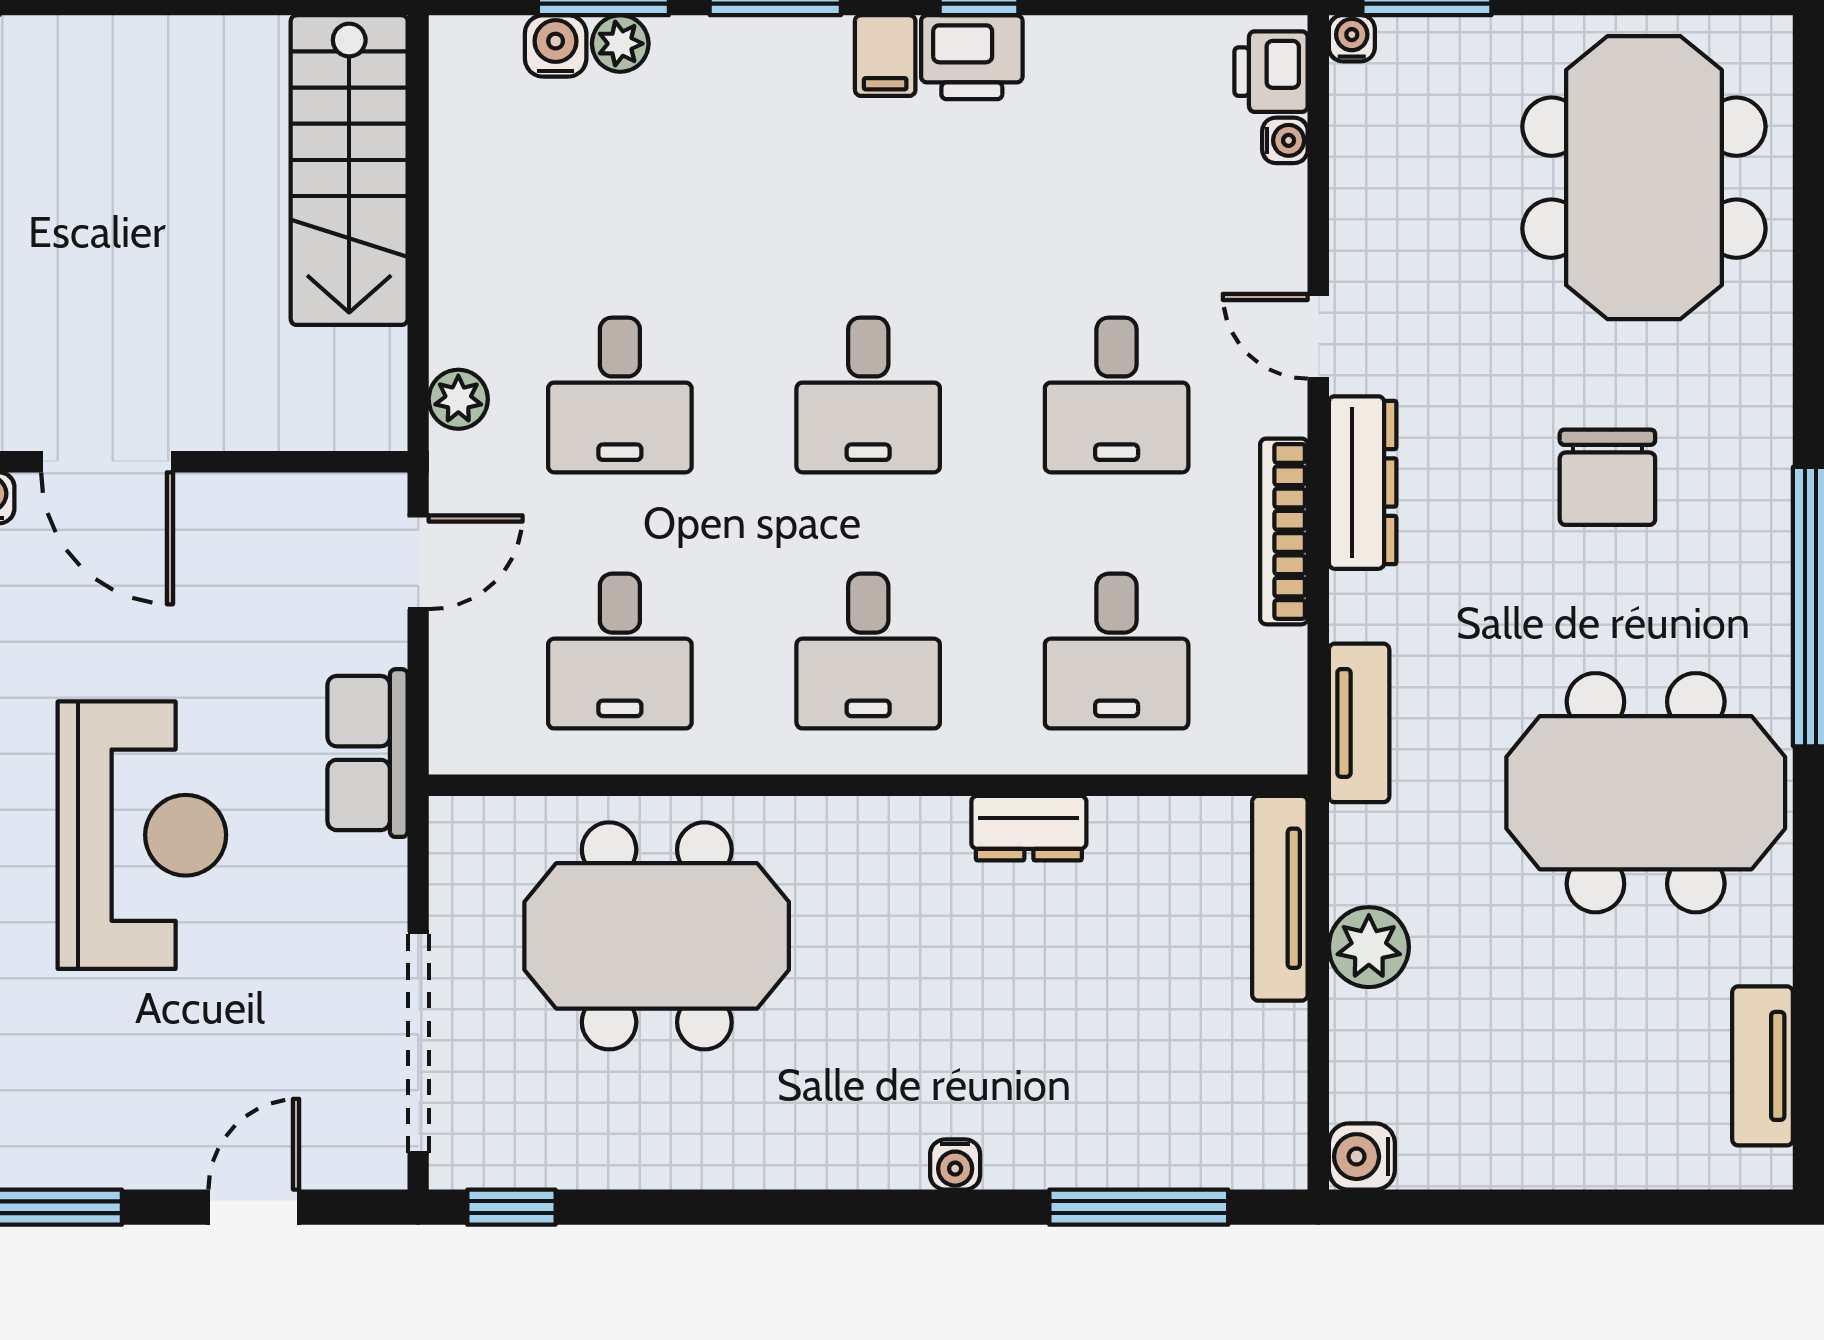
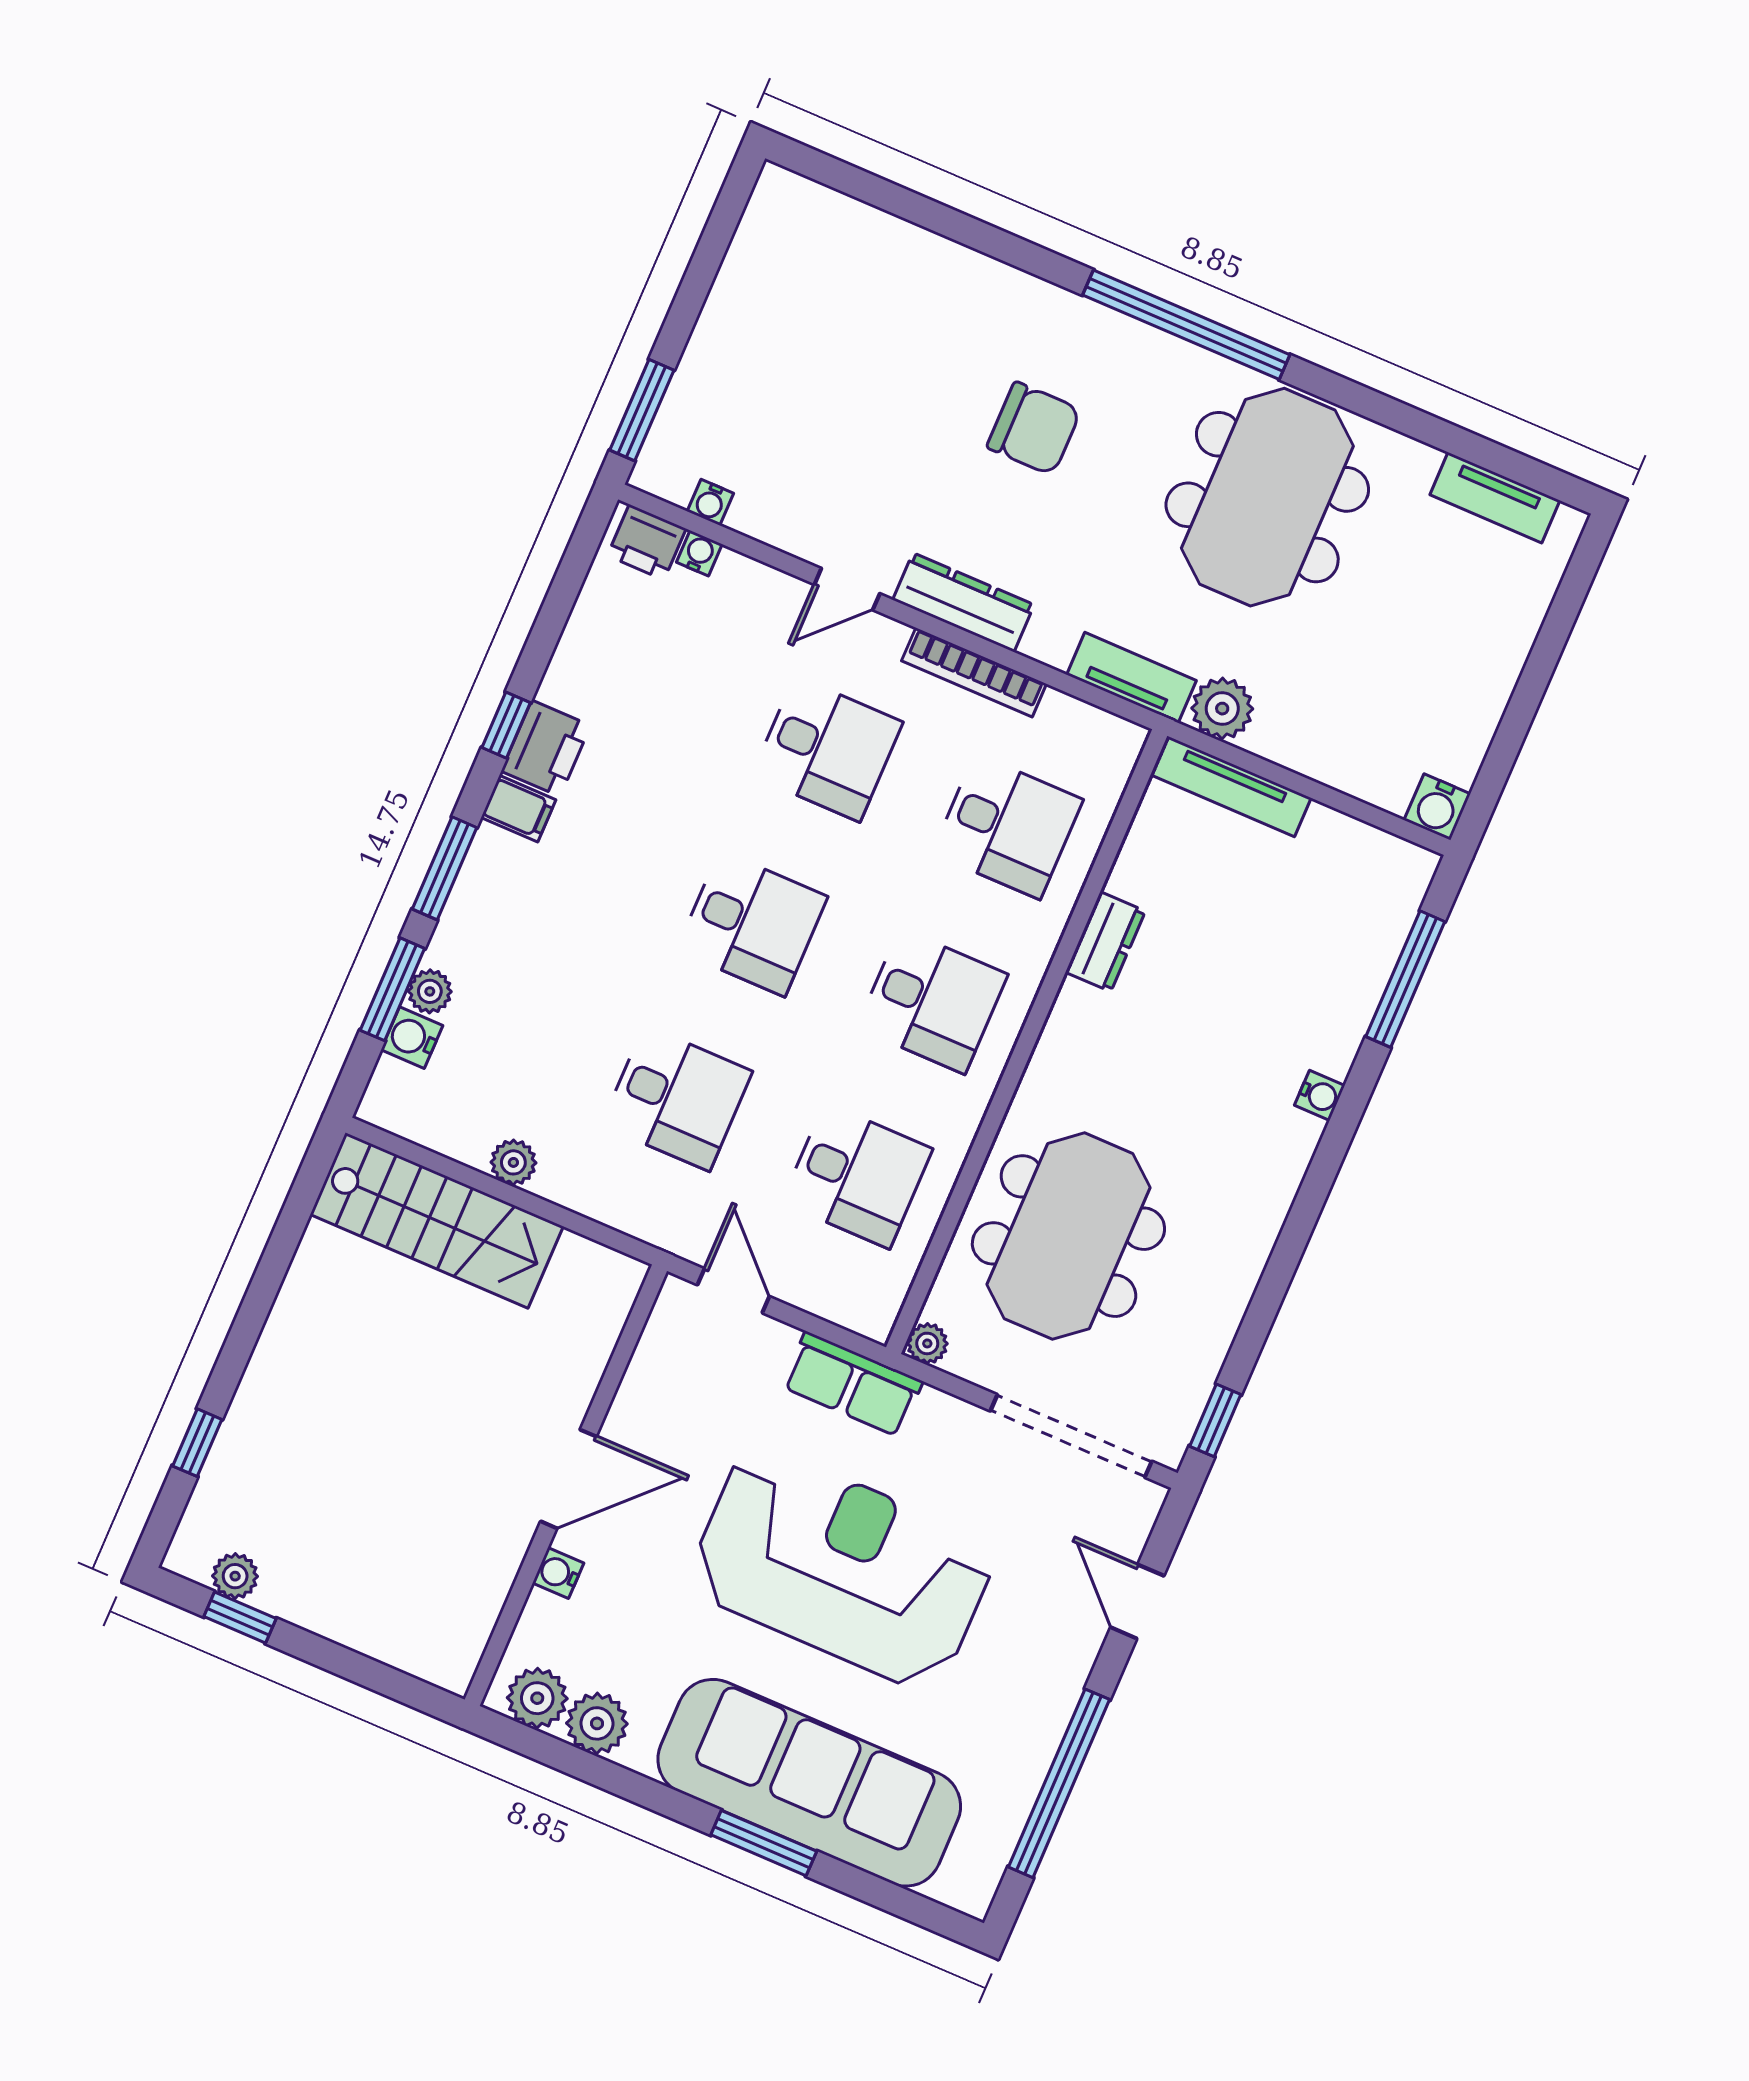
water cooler: (1352, 38) -> (710, 502), moved, turned -90
meeting table: (1644, 178) -> (834, 312), removed
plant: (458, 399) -> (513, 1162), moved
plant: (455, 822) -> (927, 1343), added
reception desk: (142, 835) -> (842, 1568), width x1.36, depth x1.30
plant: (1369, 947) -> (1222, 709), moved

